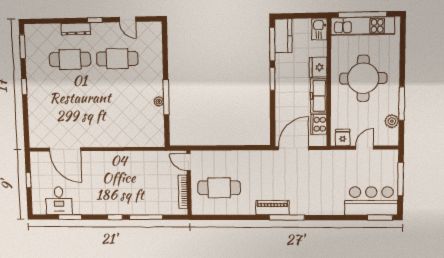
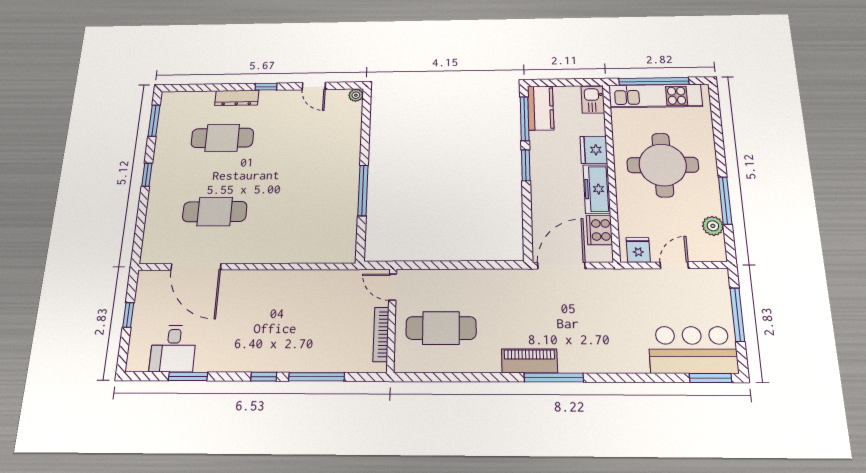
cafe table: (117, 59) -> (215, 212), moved
plant: (159, 101) -> (356, 95), moved

